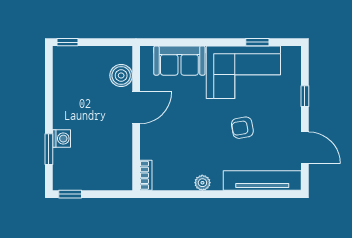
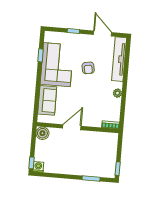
boiler: (121, 75) -> (42, 133), moved
door: (136, 108) -> (72, 127), hinge flipped
washing machine: (61, 139) -> (38, 167), moved
door: (305, 148) -> (102, 34), hinge flipped

